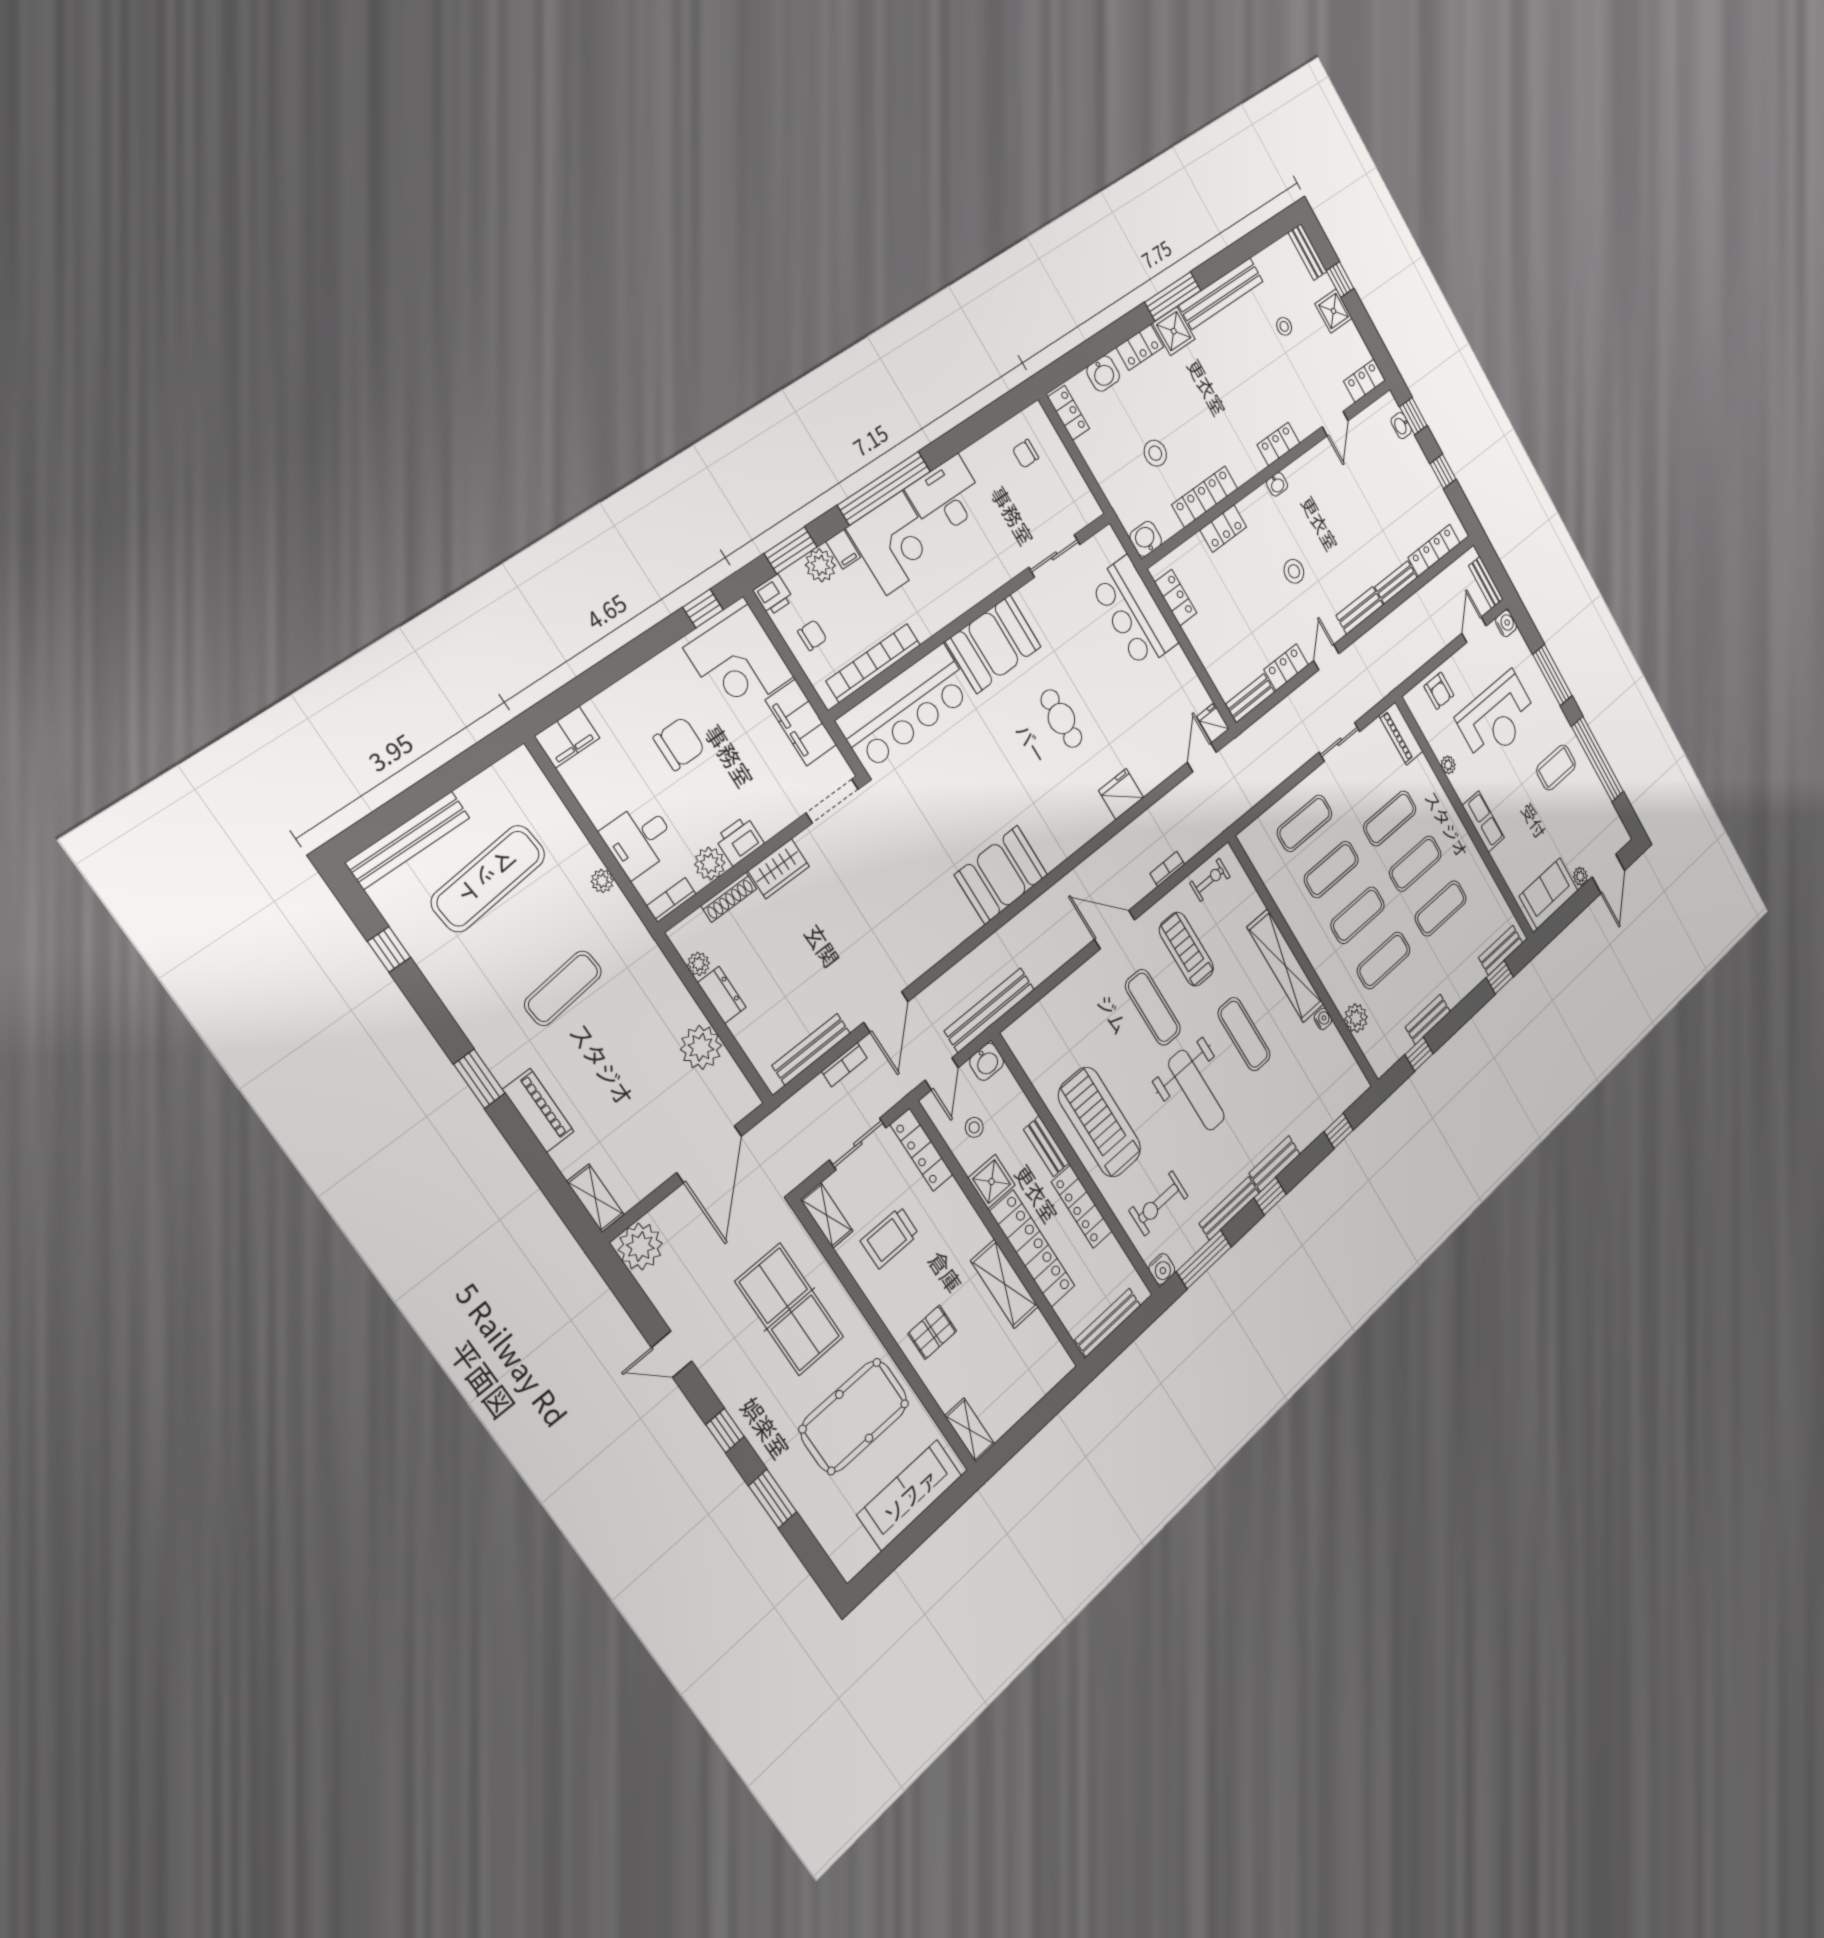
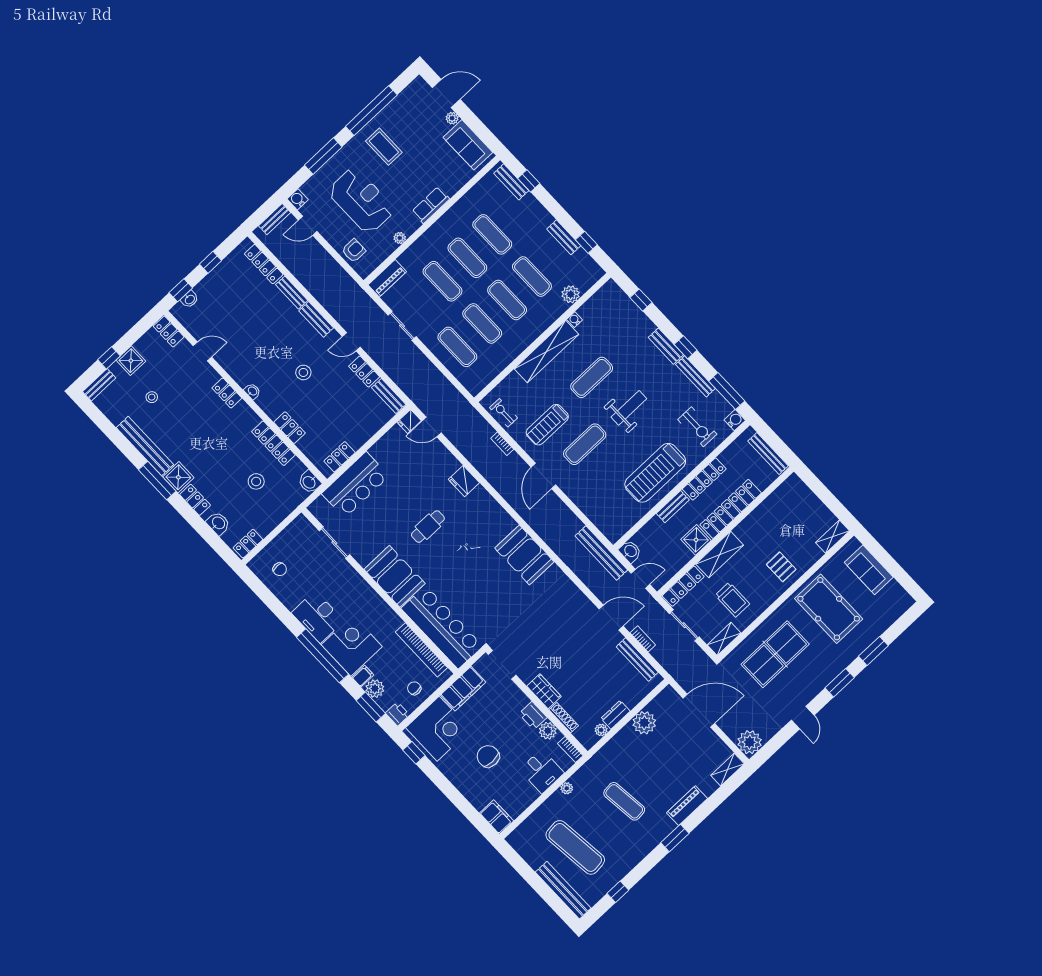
weight bench: (1196, 1090) -> (629, 408), width x0.73, depth x0.75
stool: (974, 1127) -> (667, 555), removed
shelving: (1005, 1284) -> (720, 555), moved
window: (725, 1431) -> (840, 683), width x1.50
sofa: (910, 1495) -> (869, 570), width x0.73

